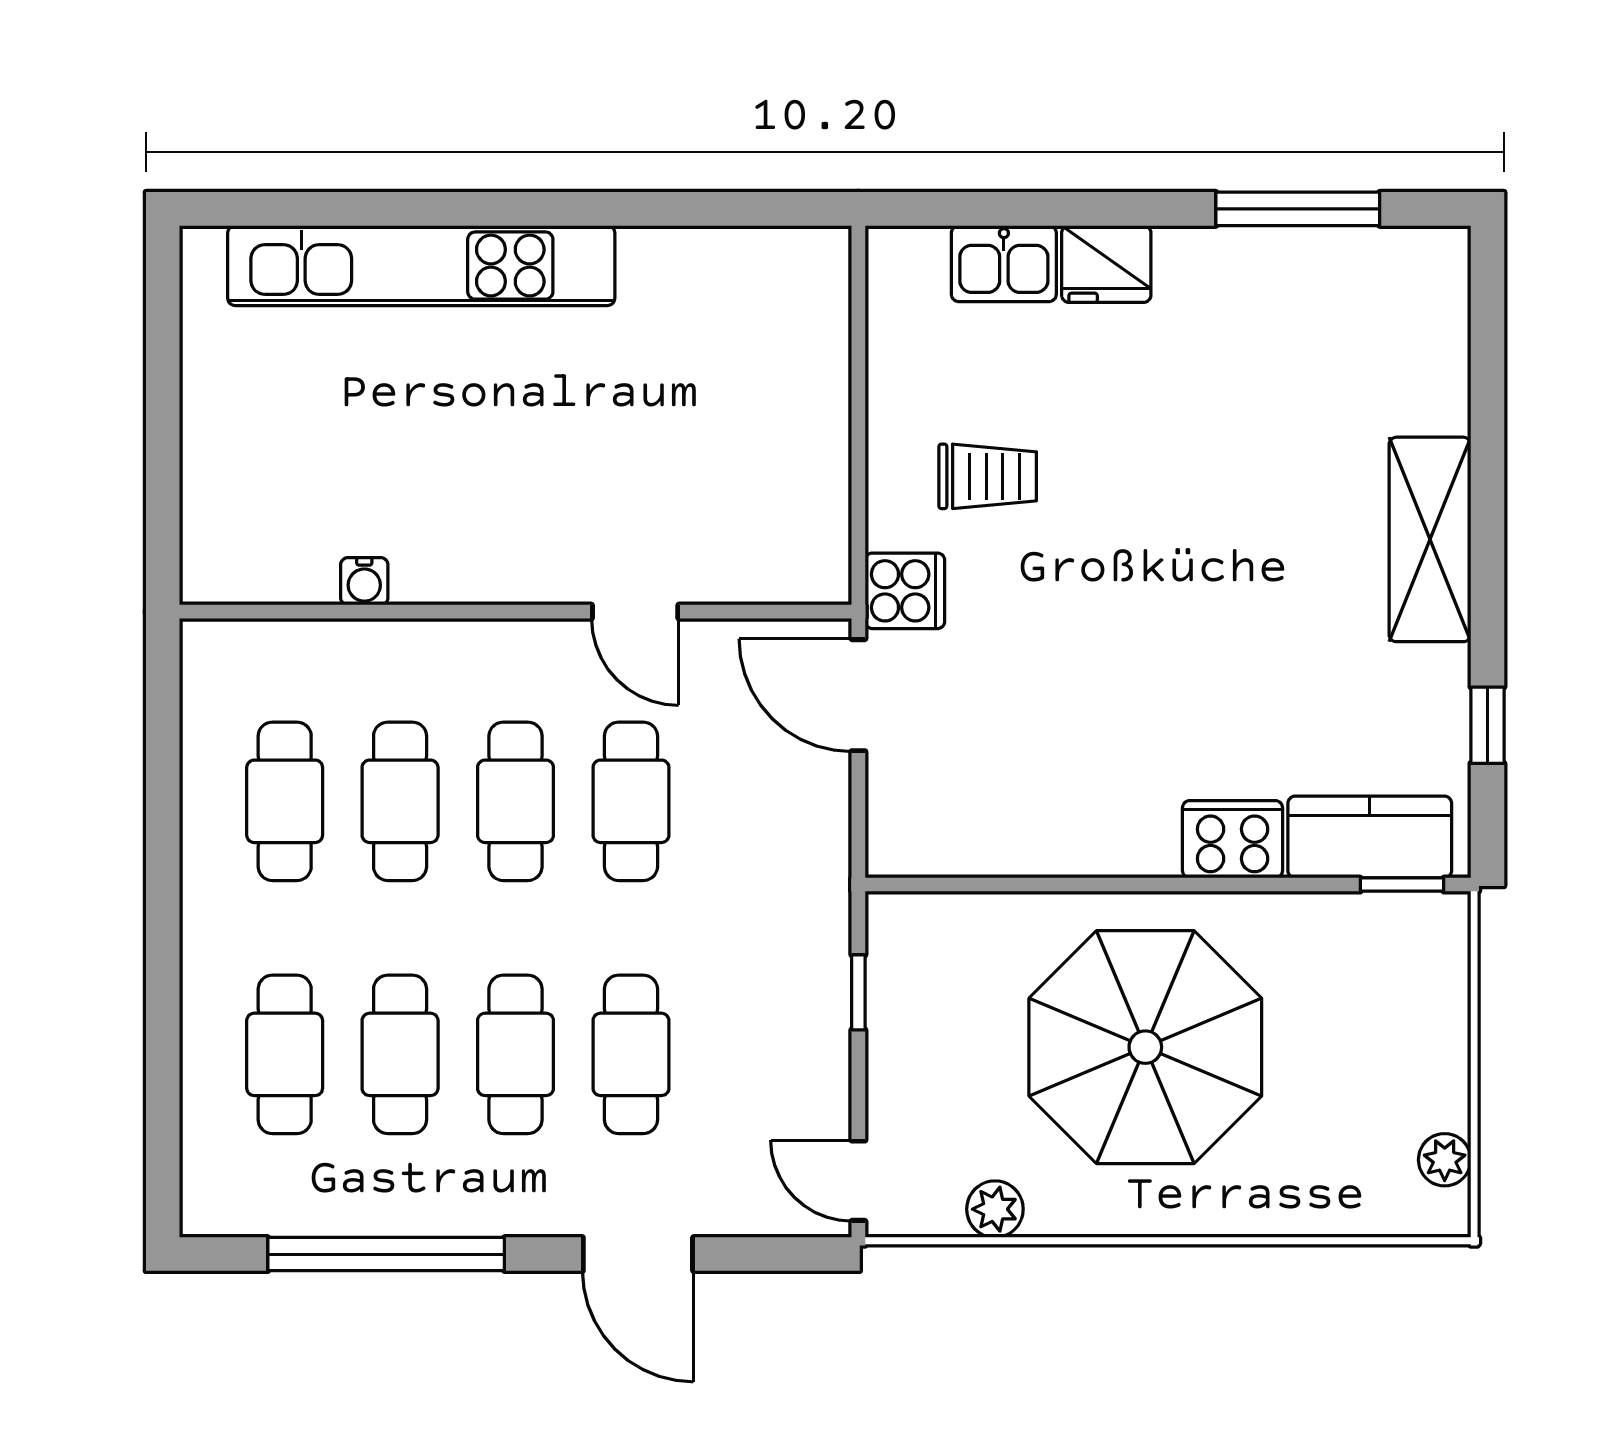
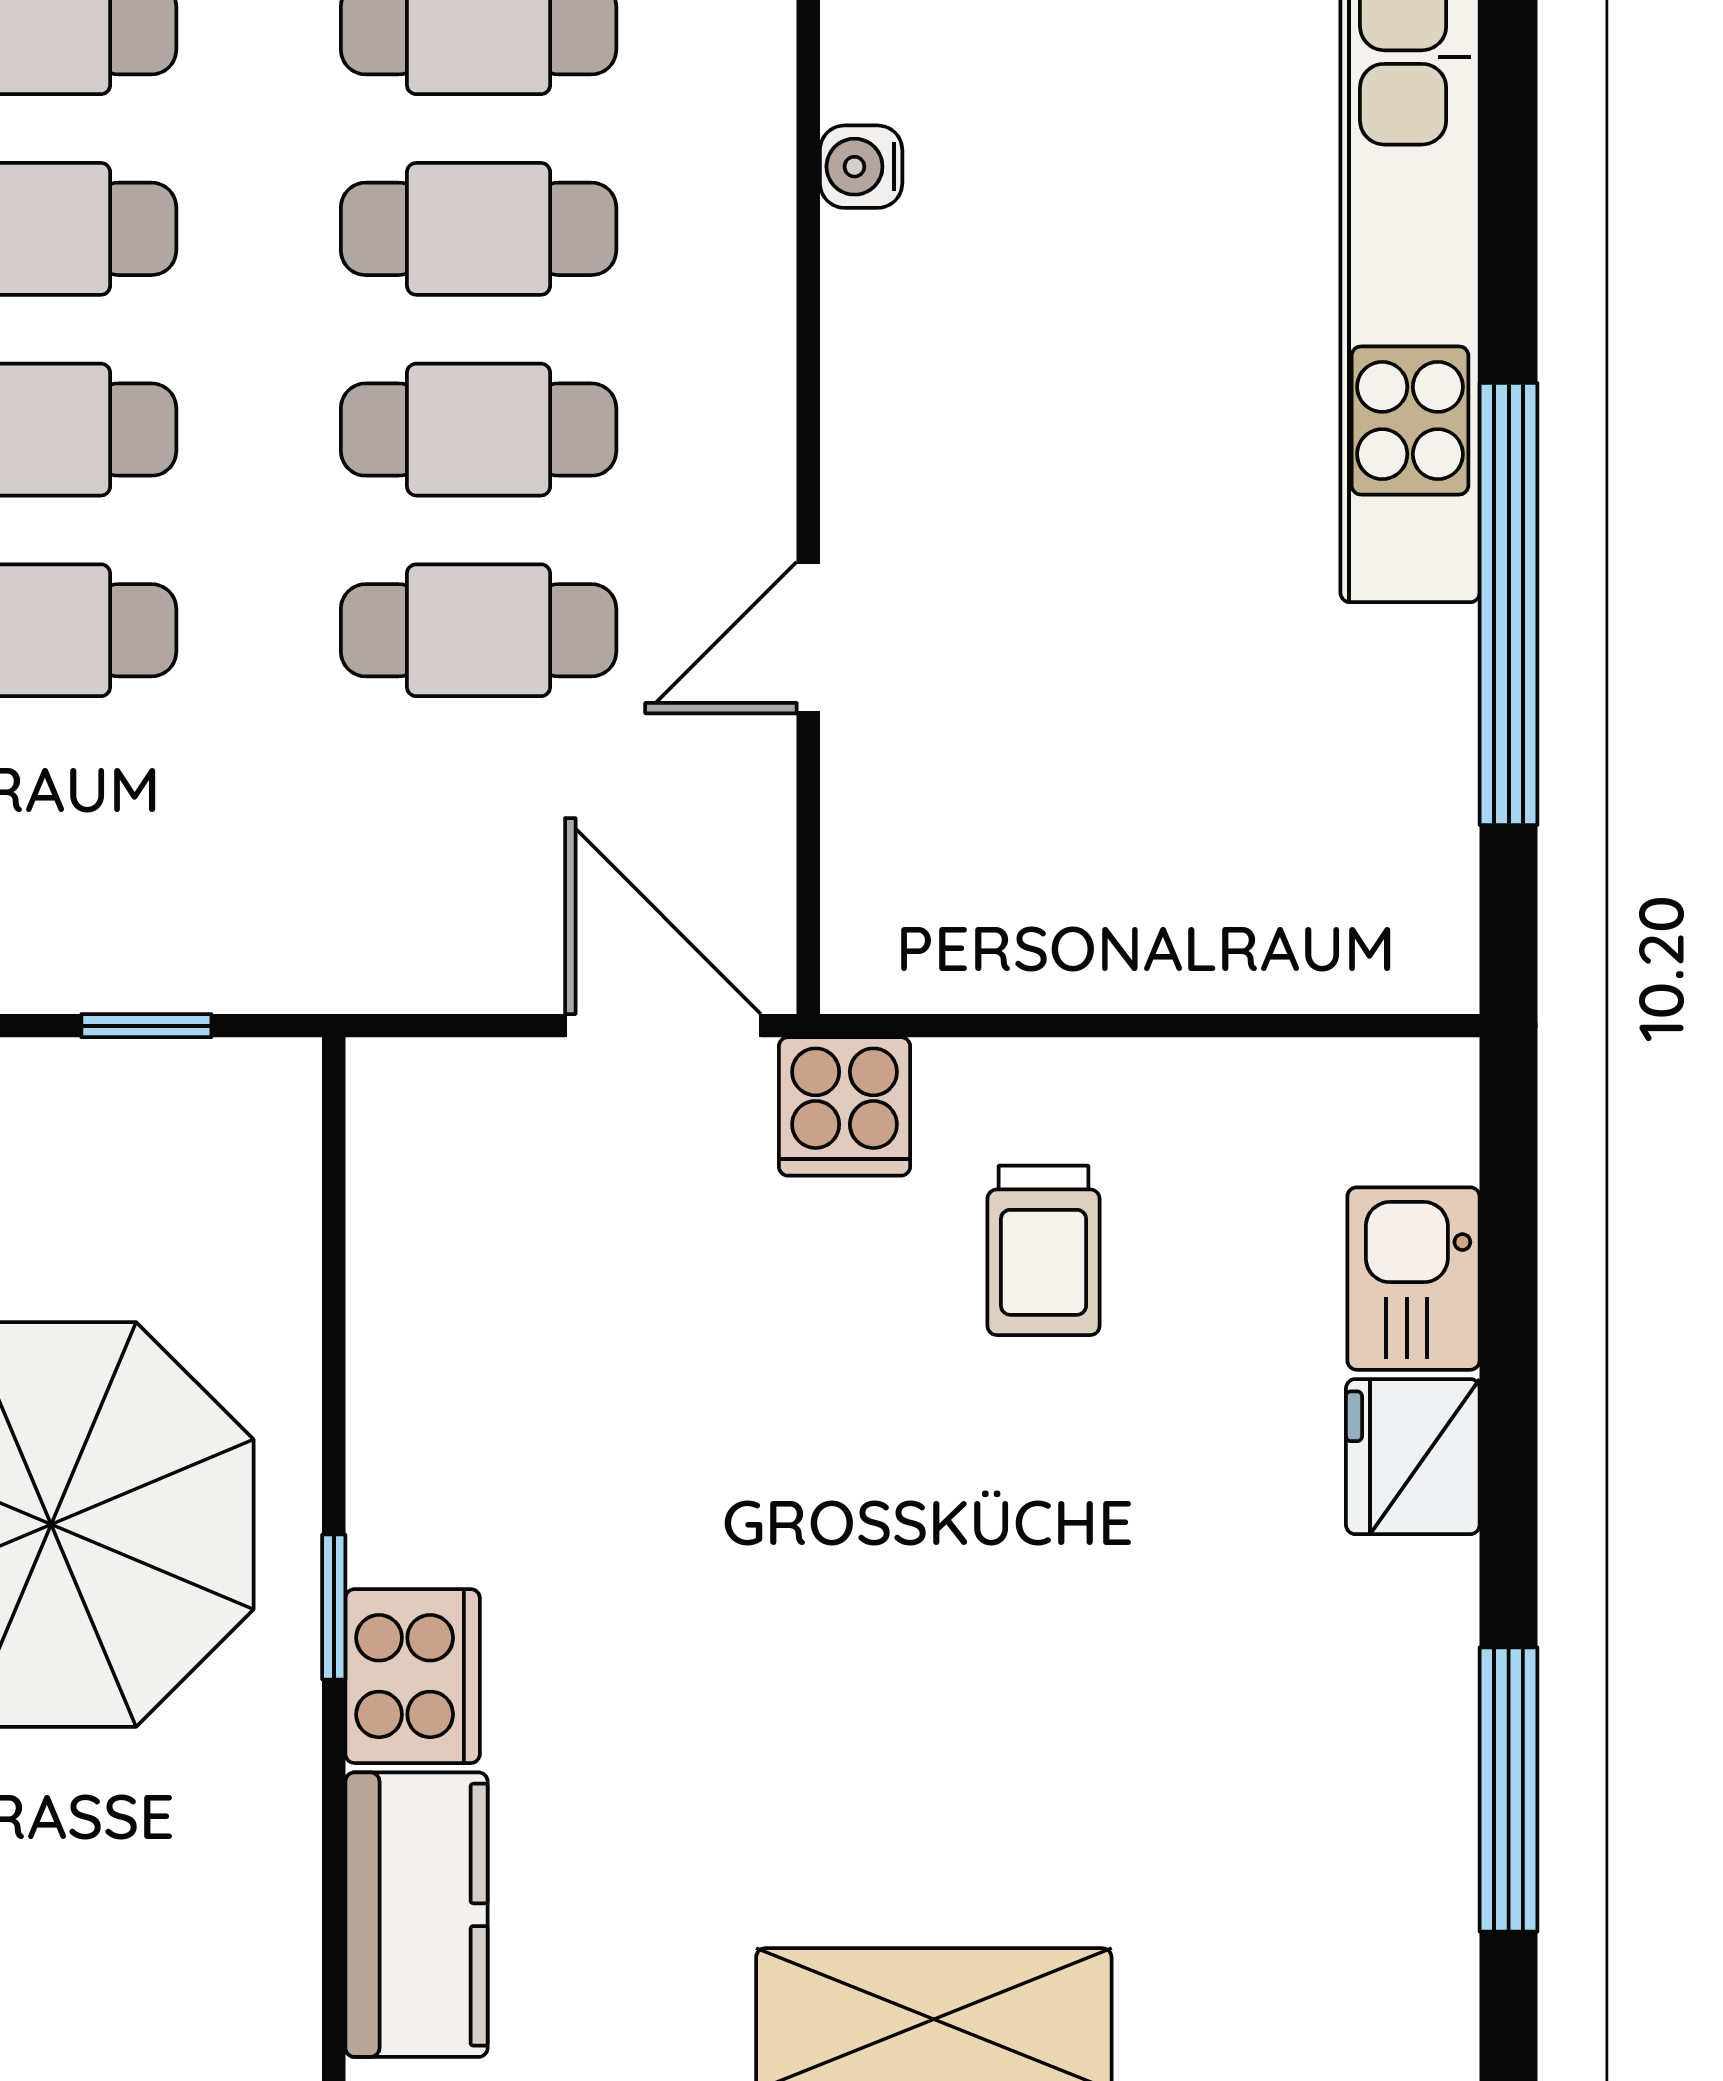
window: (616, 209) -> (1509, 604), added
door: (858, 695) -> (663, 1026), hinge flipped
window: (1402, 885) -> (334, 1607), moved

